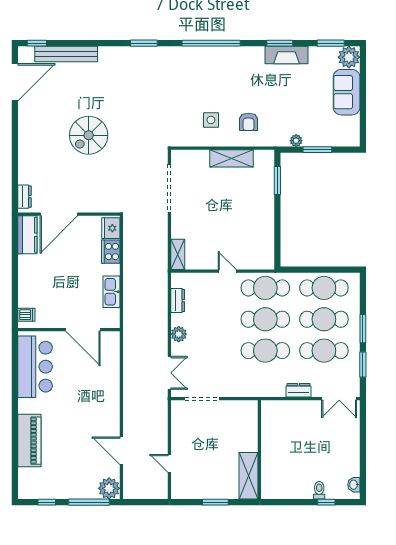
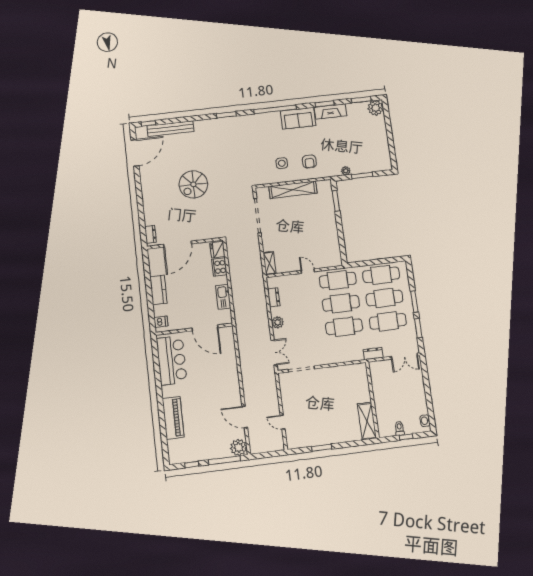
sofa: (347, 92) -> (298, 118), moved, turned -90
shelving: (231, 158) -> (293, 190), width x1.47
kitchen counter: (27, 235) -> (158, 290), moved
wall: (259, 450) -> (372, 400), moved
shelving: (248, 476) -> (367, 421), moved

